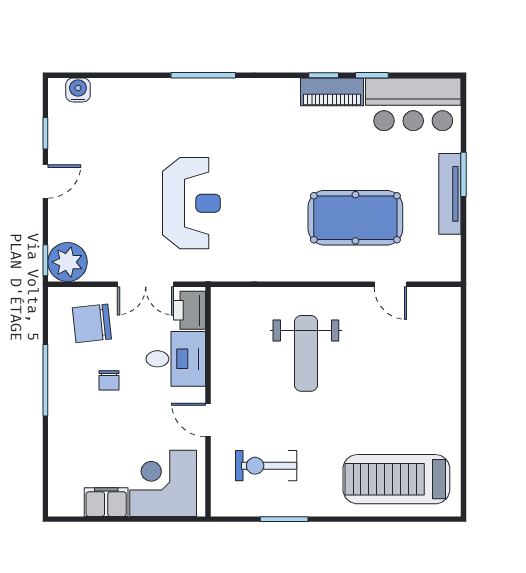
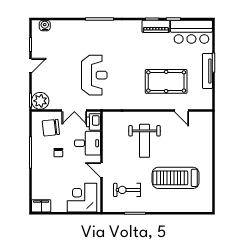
treadmill: (396, 479) -> (176, 178), moved
filing cabinet: (106, 502) -> (41, 206), moved

